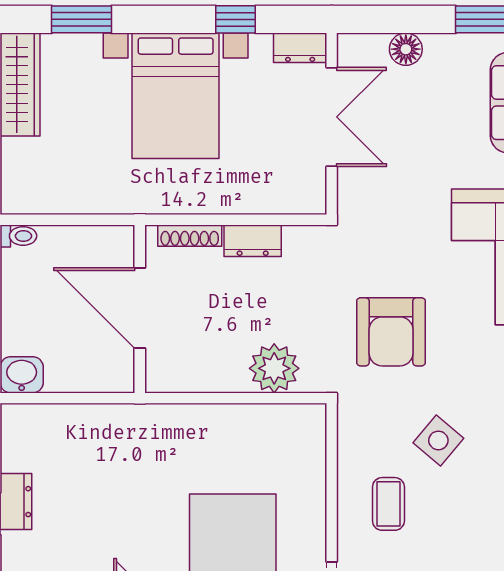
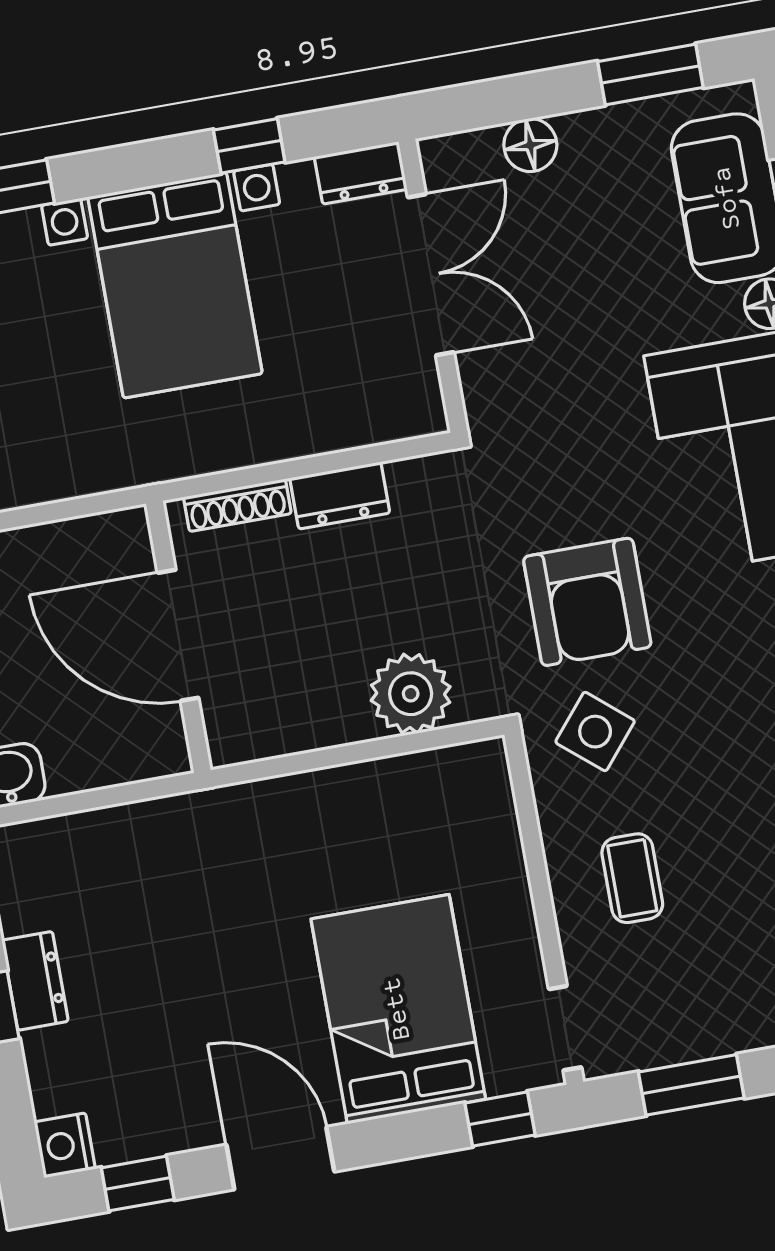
side table: (438, 440) -> (595, 732), moved

